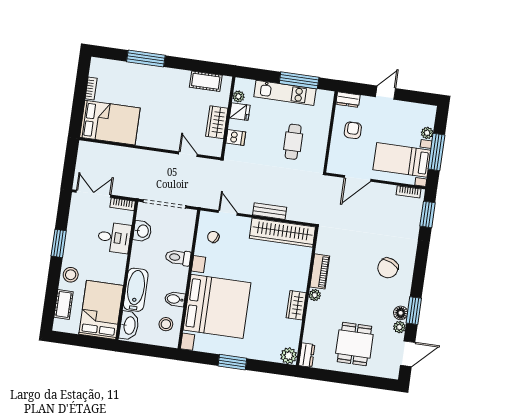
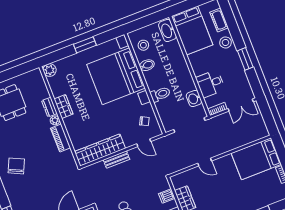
door: (188, 154) -> (205, 162), moved
bathtub: (136, 290) -> (176, 57), removed
dresser: (307, 355) -> (49, 107), moved

